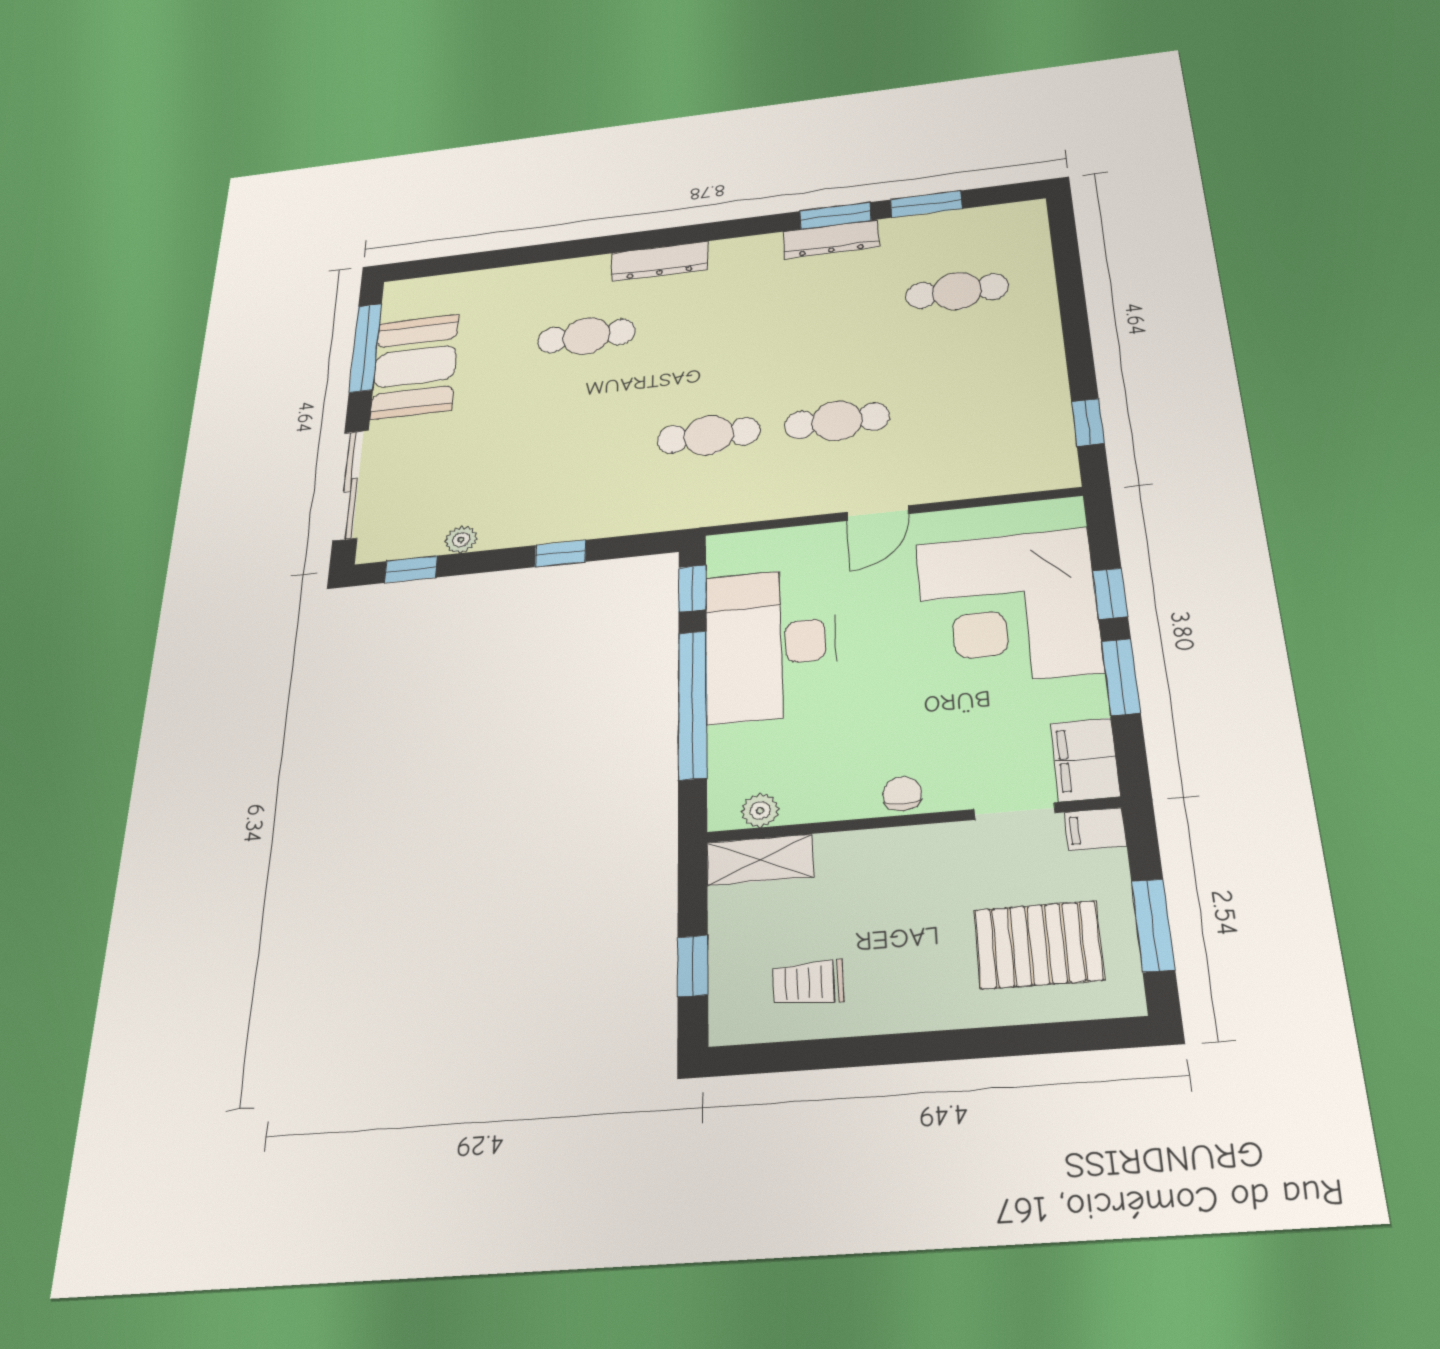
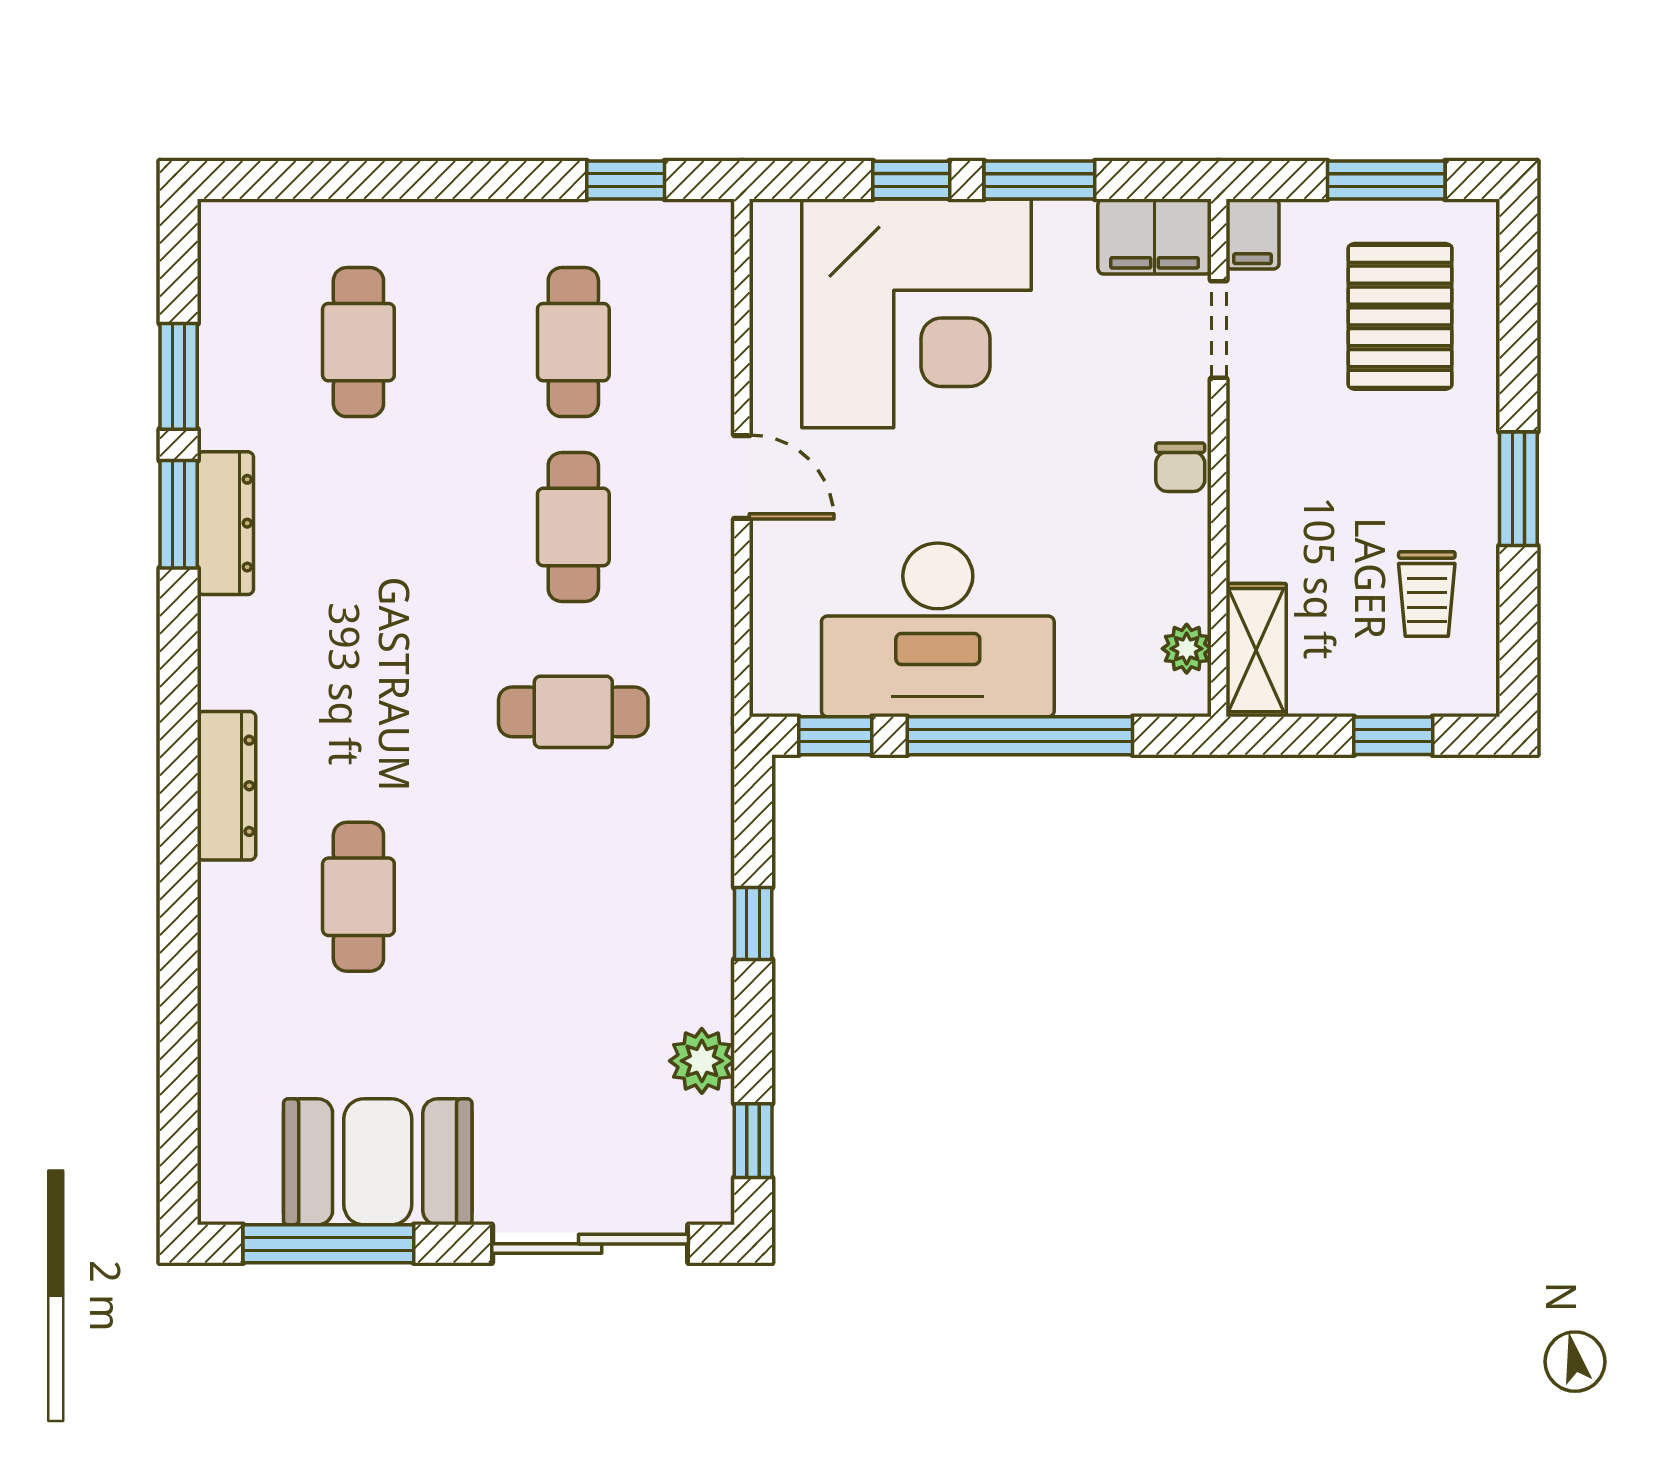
cafe table: (967, 406) -> (573, 342), added
cafe table: (709, 435) -> (573, 712), turned 90
plant: (461, 540) -> (702, 1061), width x1.38, depth x1.38
chair: (902, 794) -> (1180, 467), turned -90
window: (900, 1049) -> (1518, 489), added

